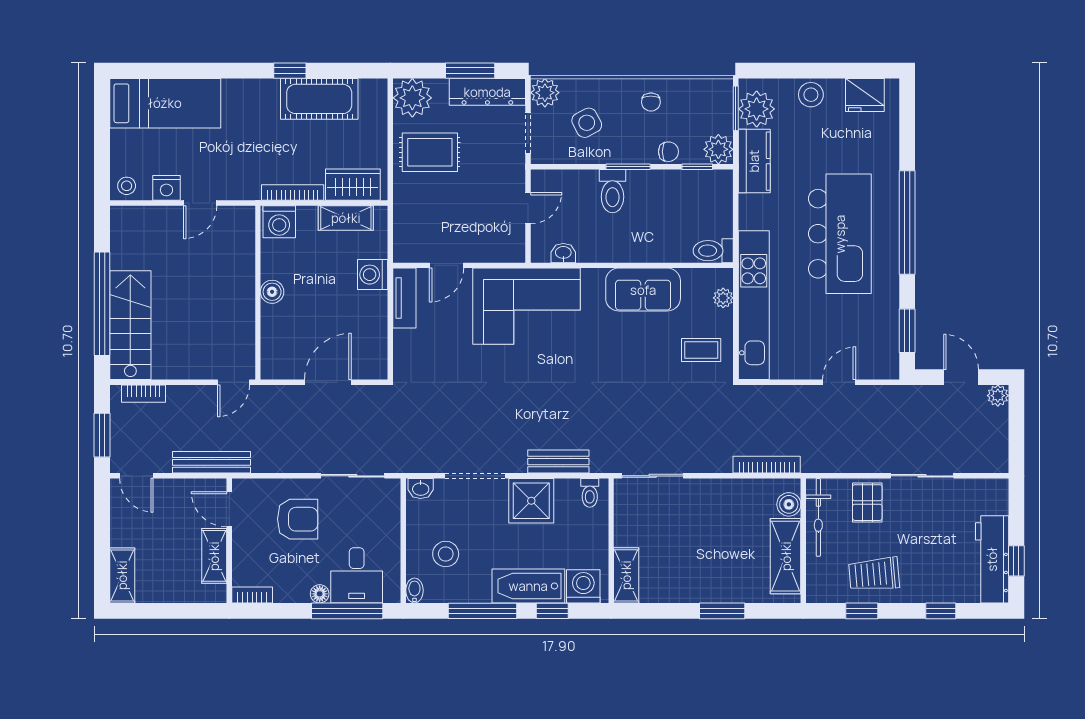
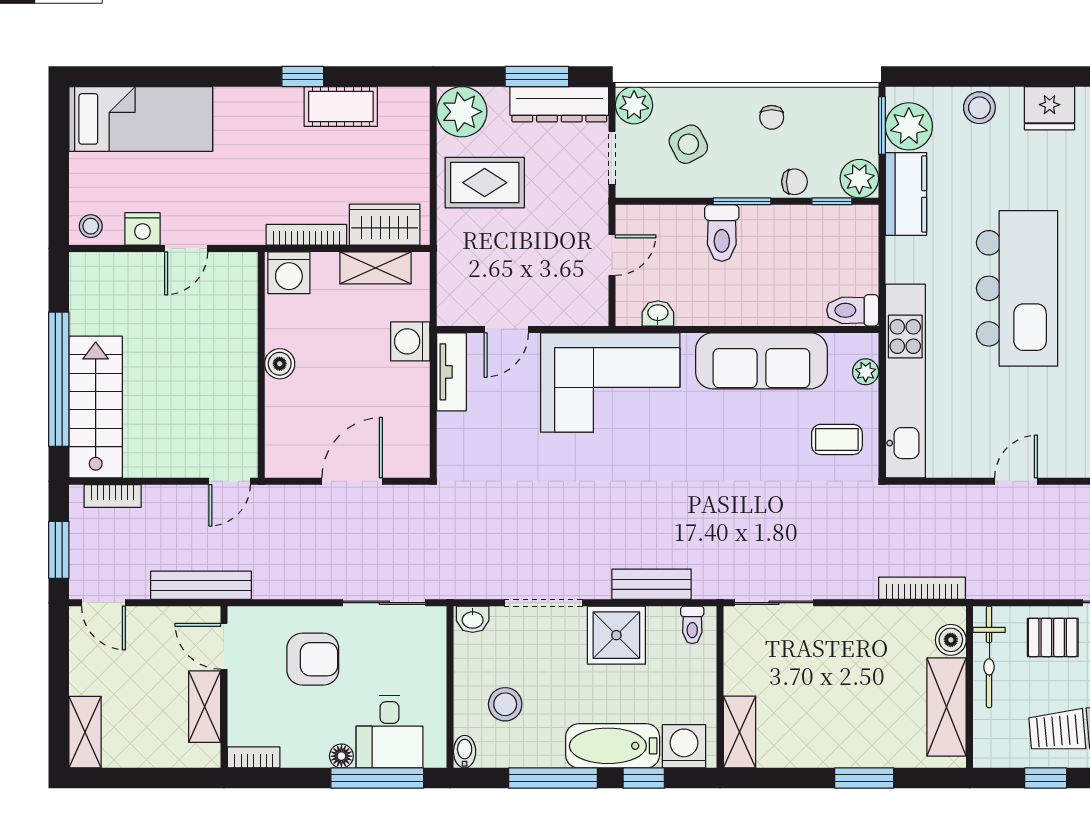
cot: (319, 99) -> (341, 106), width x0.73, depth x0.75
sofa: (643, 290) -> (761, 361), width x1.36
pallet: (867, 503) -> (1053, 637), turned 90

